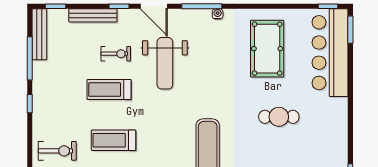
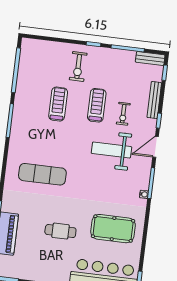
bench: (39, 34) -> (150, 58), width x0.73
cafe table: (279, 117) -> (60, 231), turned 90
exercise bike: (57, 151) -> (78, 66), moved

